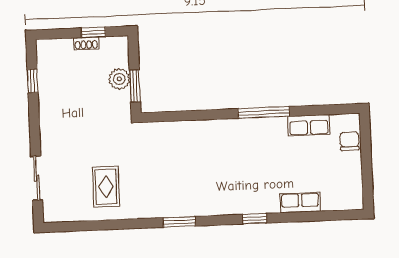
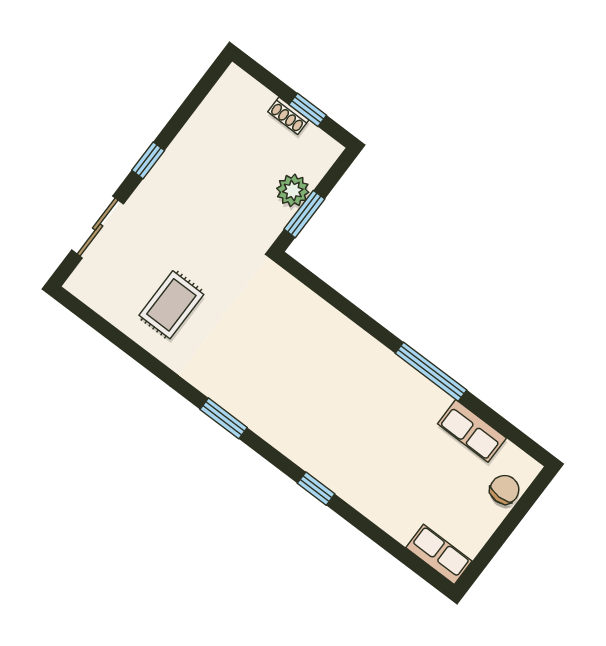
window: (33, 81) -> (148, 160), moved
row of seats: (300, 203) -> (439, 554), moved

